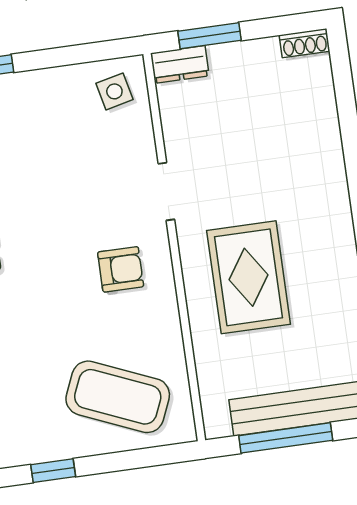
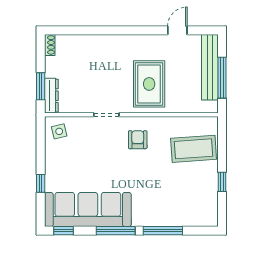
dresser: (180, 64) -> (51, 96), width x1.44
rug: (249, 277) -> (149, 84), turned 90
coffee table: (118, 397) -> (194, 149), turned 63

